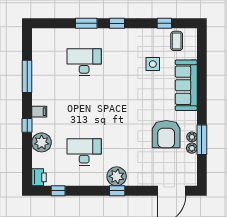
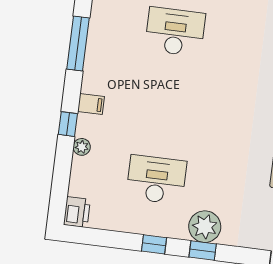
plant: (42, 142) -> (82, 147), width x0.53, depth x0.53
window: (58, 191) -> (154, 244), moved

